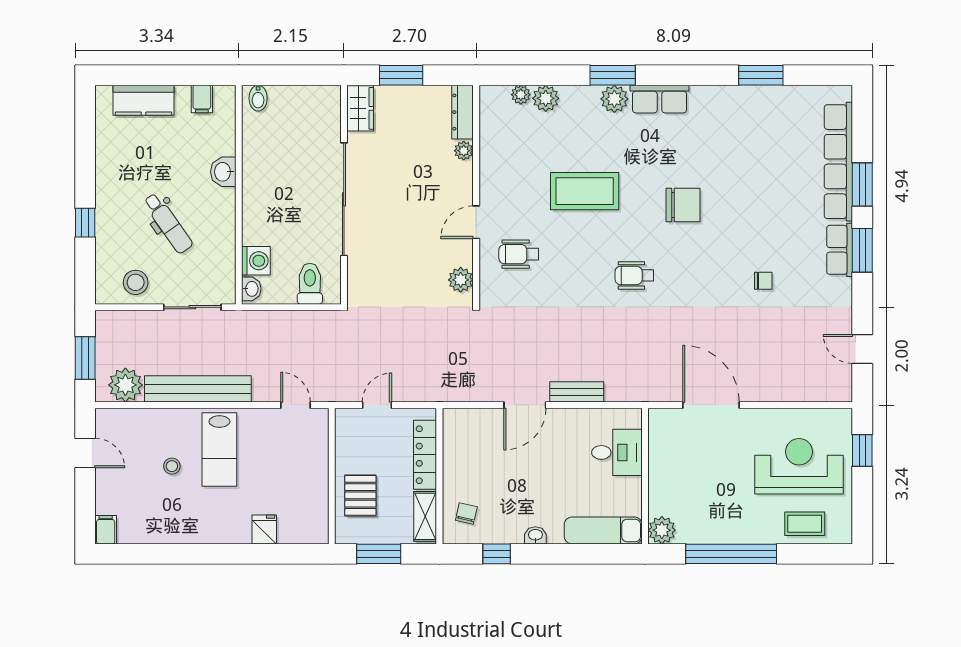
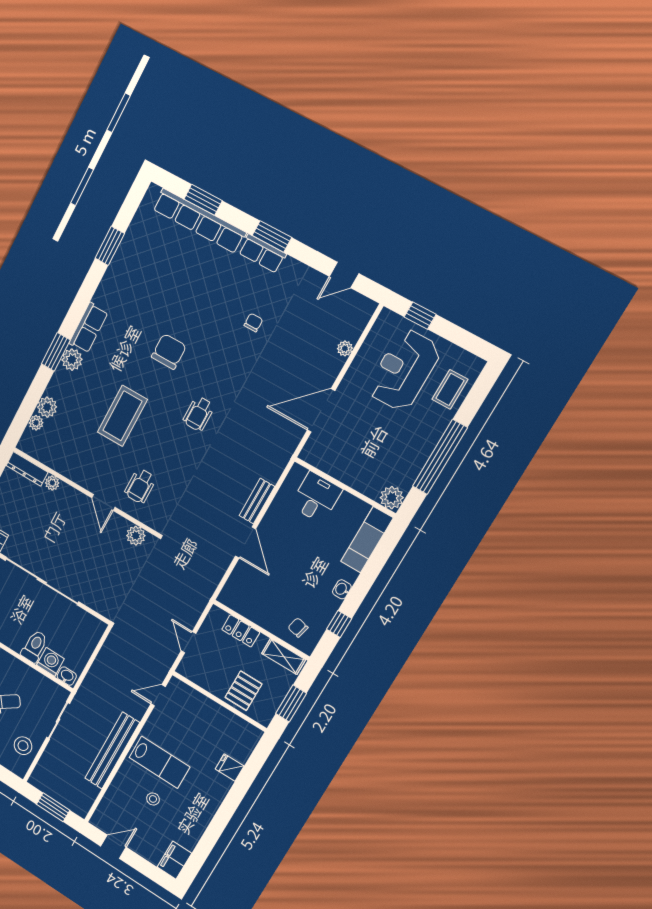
window: (862, 184) -> (203, 200), moved
toilet: (310, 284) -> (34, 646), moved, turned 90
plant: (125, 385) -> (345, 348), moved, width x0.53, depth x0.53
locker: (425, 455) -> (241, 631), width x0.66
pallet: (360, 495) -> (243, 691), turned 90
filing cabinet: (106, 530) -> (174, 860), width x2.00

